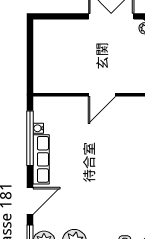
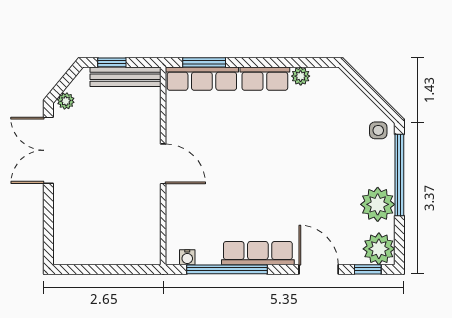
water cooler: (38, 128) -> (187, 257), moved

